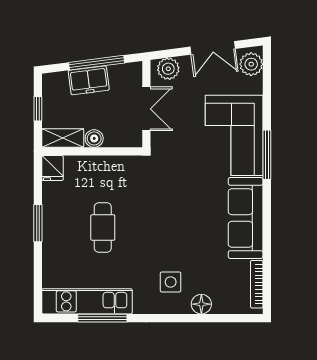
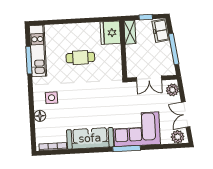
freezer: (89, 80) -> (161, 31), moved
boiler: (94, 138) -> (131, 50), removed
fridge: (52, 168) -> (110, 33), width x1.88, depth x1.34
window: (38, 223) -> (81, 21), removed

